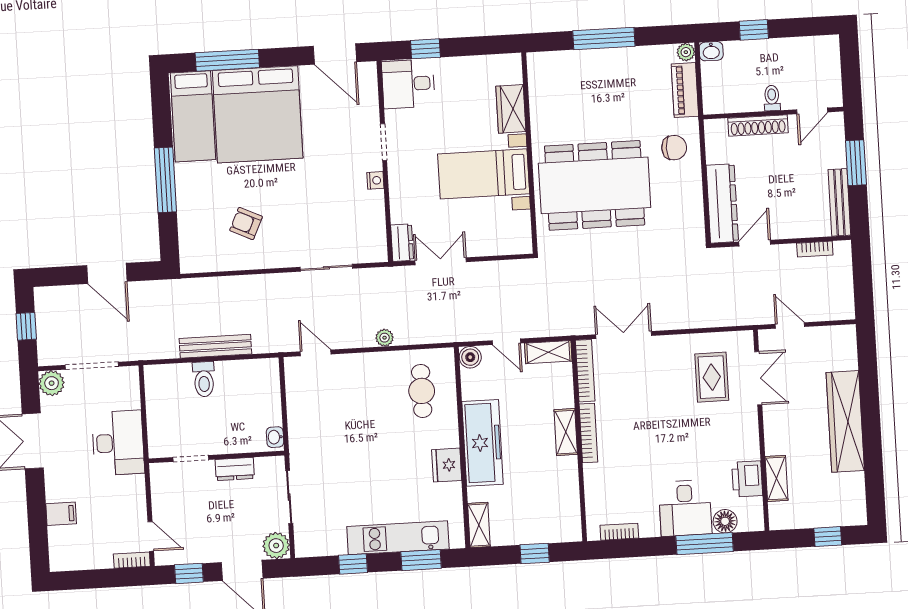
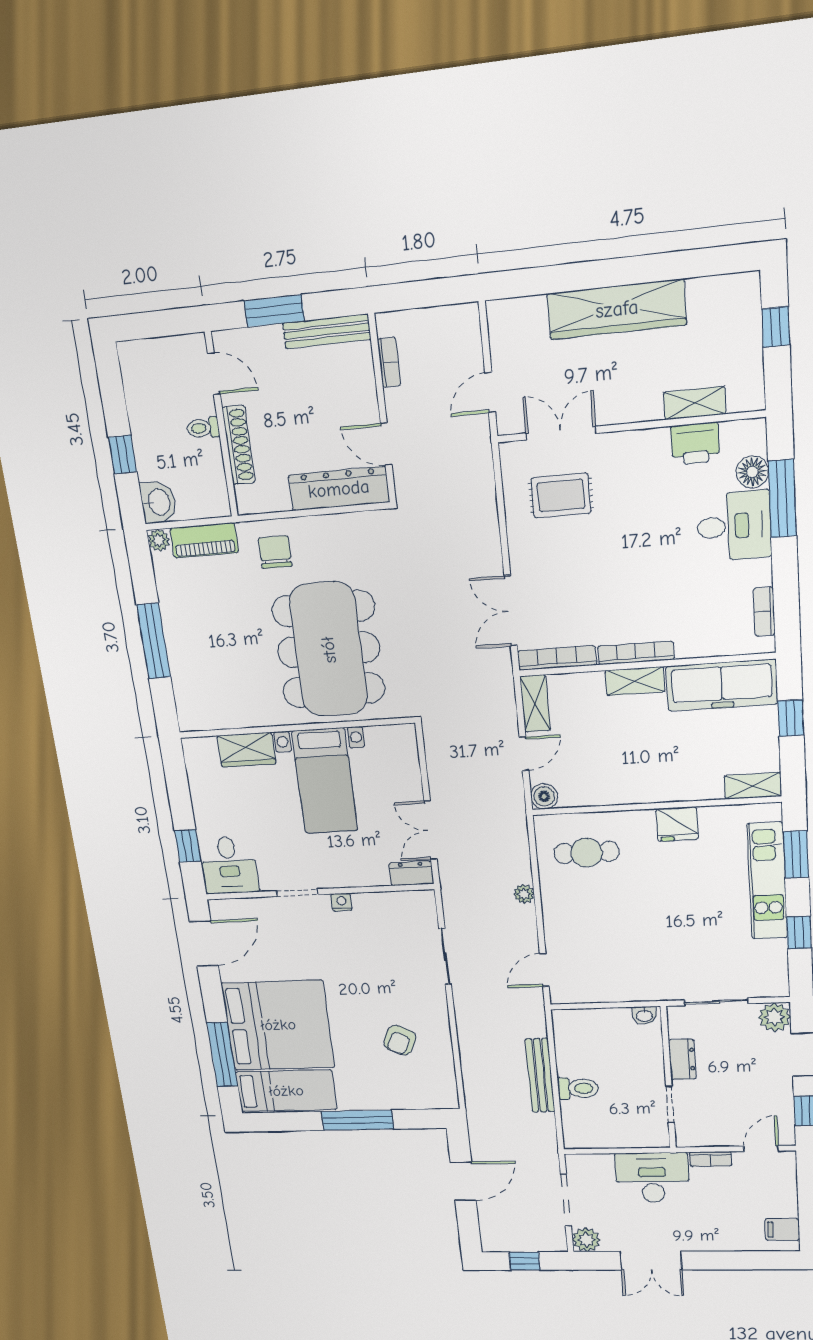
washbasin: (711, 51) -> (158, 502), width x1.38, depth x1.45
freezer: (482, 443) -> (722, 685), moved, turned 180
filing cabinet: (61, 514) -> (782, 1229), moved, turned -90
bookcase: (132, 560) -> (711, 1159), moved, turned -90

